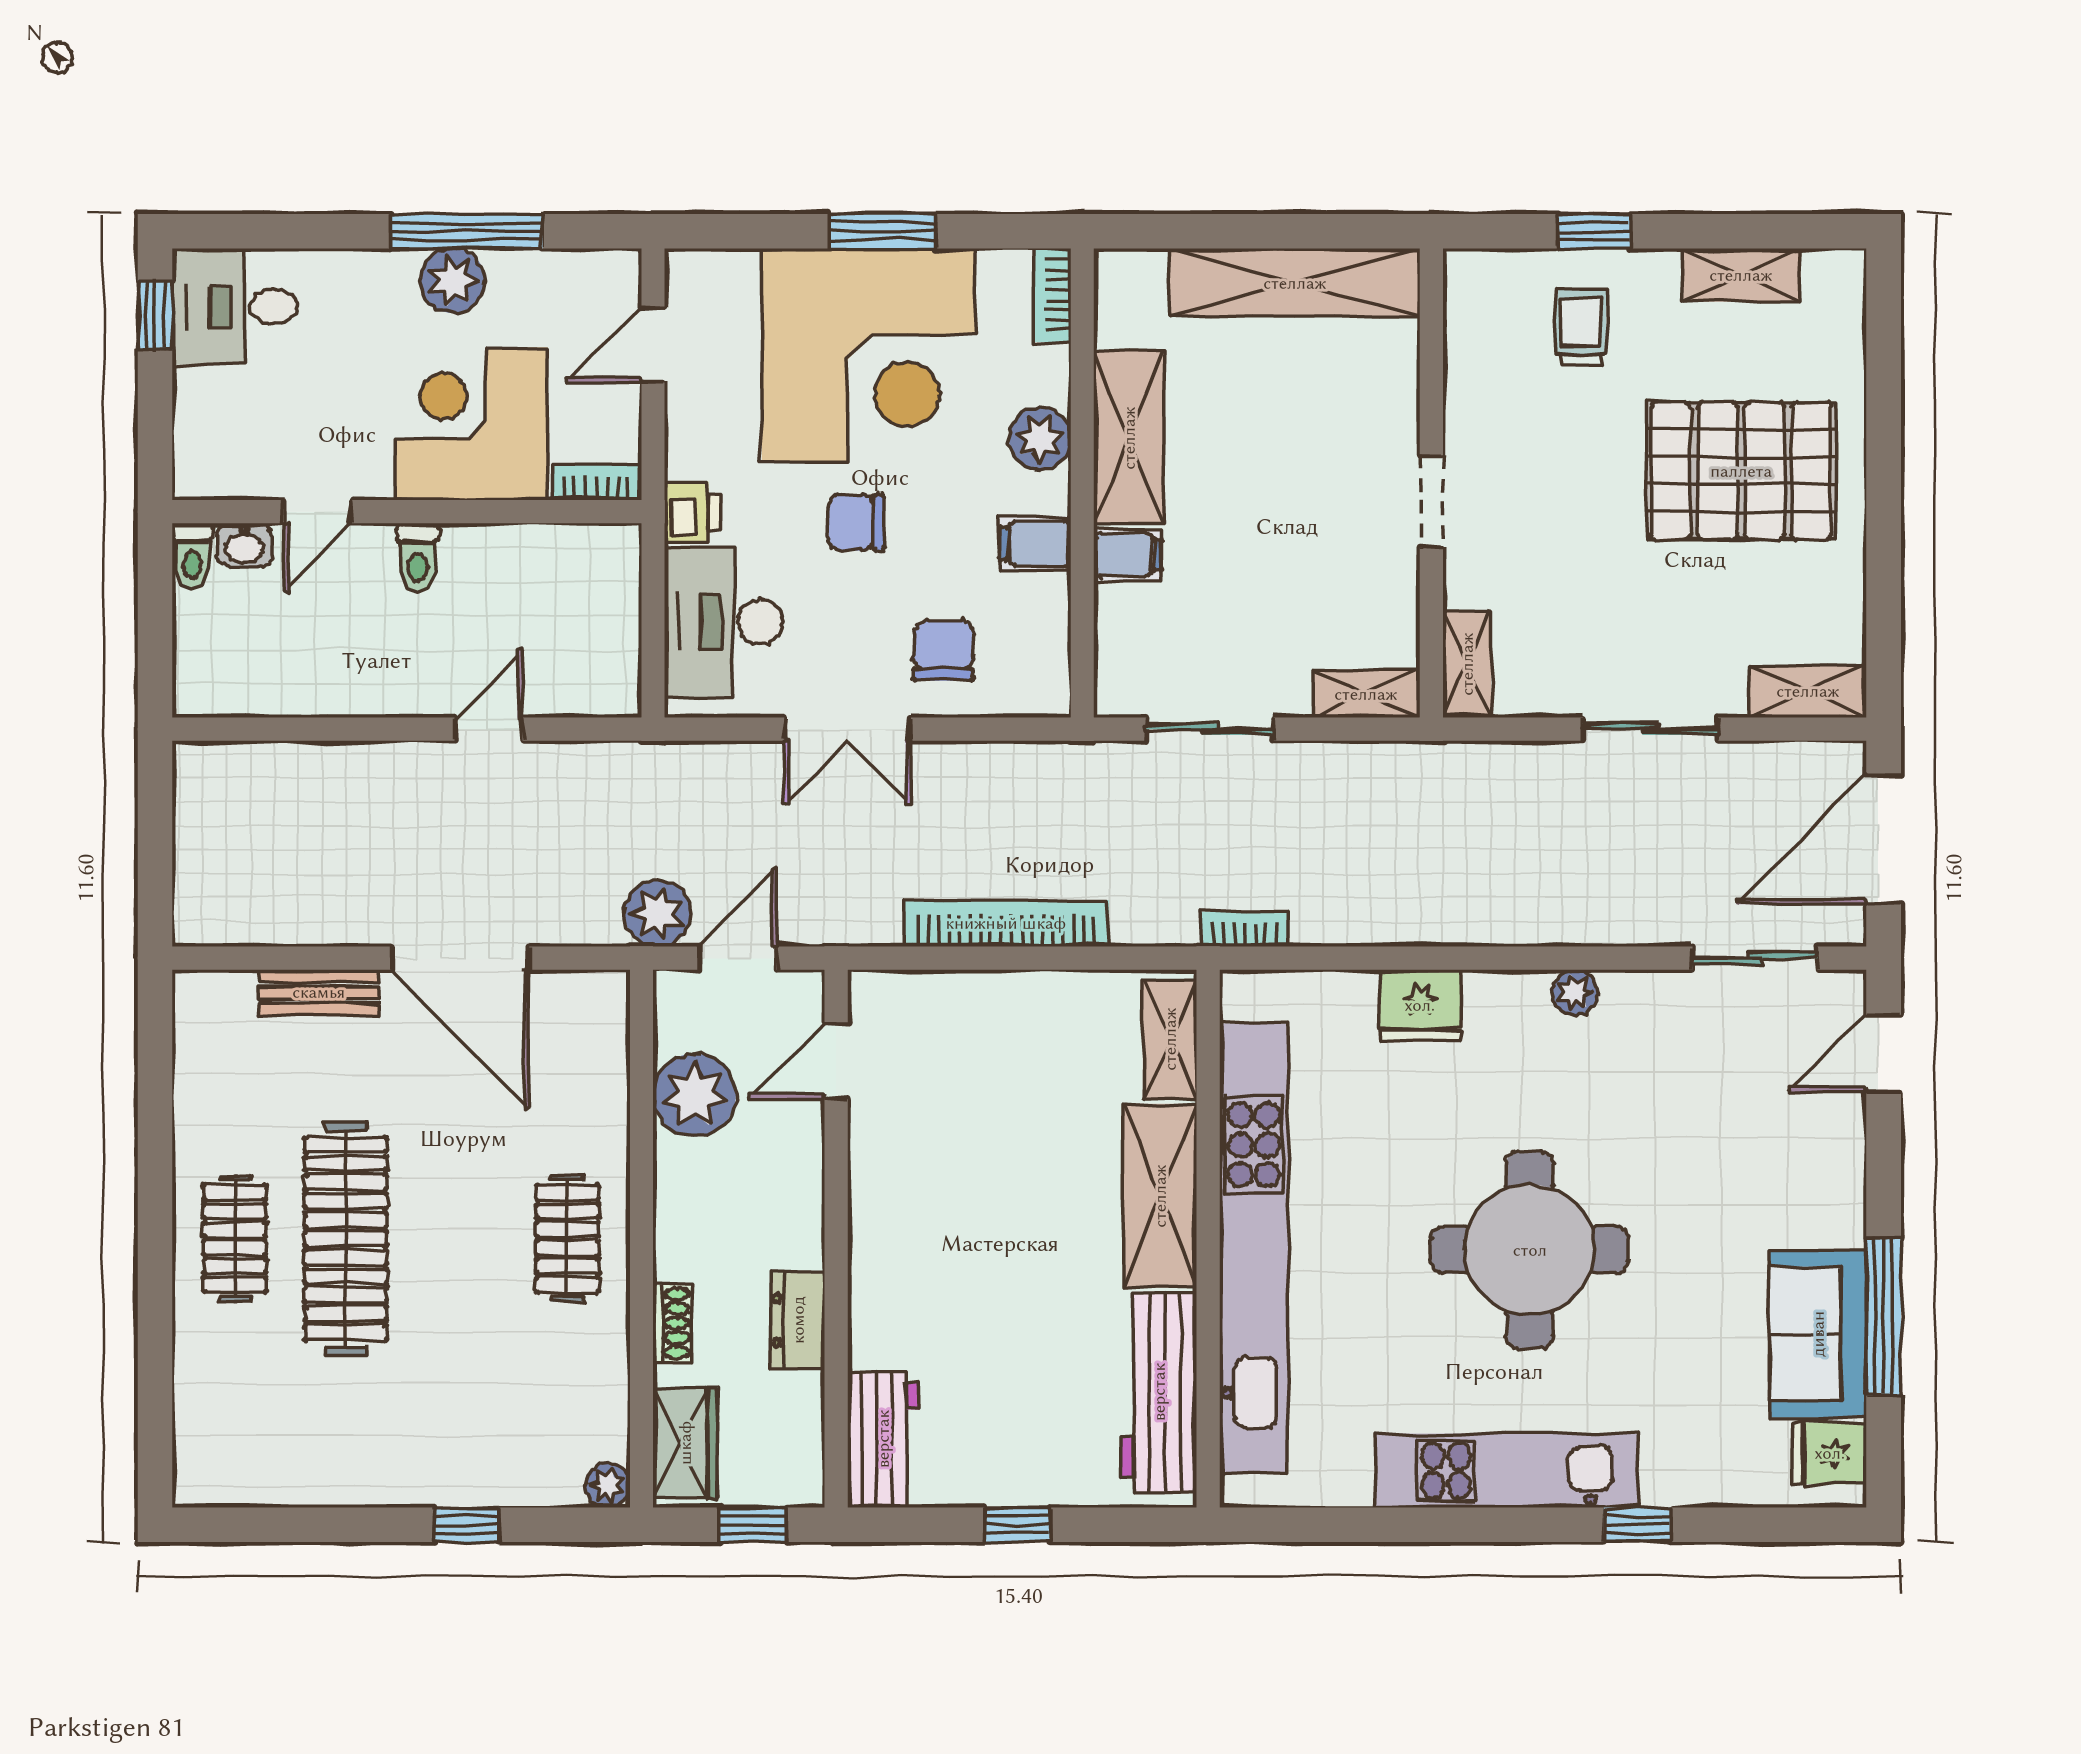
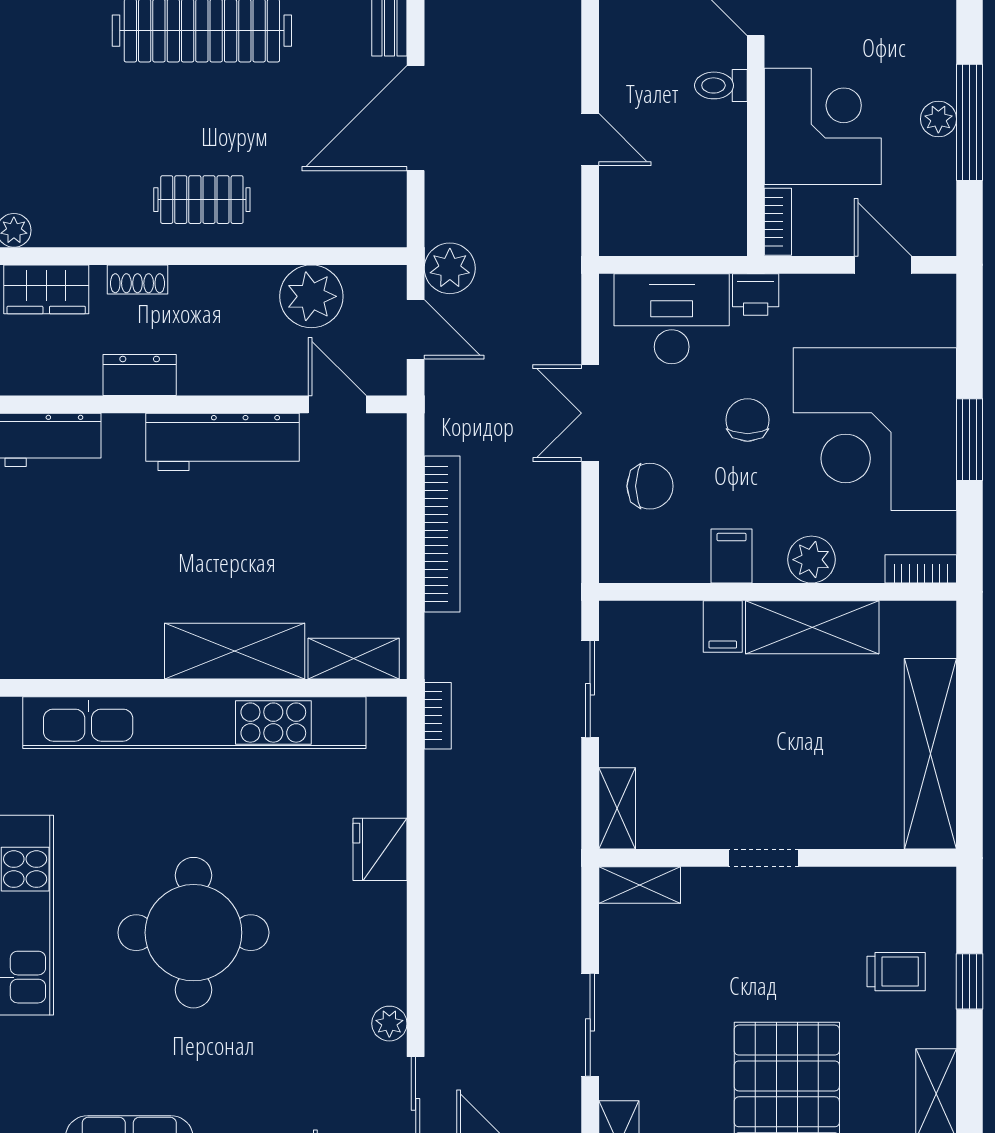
plant: (453, 281) -> (938, 119), width x0.73, depth x0.73
plant: (1575, 993) -> (389, 1024), moved
workbench: (1159, 1392) -> (223, 442), moved, turned 180

